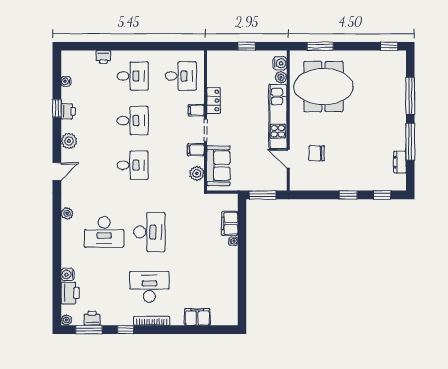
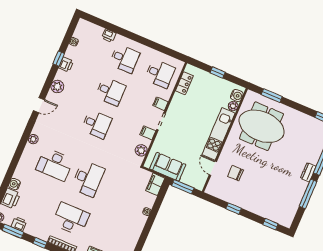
locker: (214, 101) -> (184, 83), moved
dresser: (400, 162) -> (308, 172), moved
sofa: (218, 166) -> (168, 167), moved, turned -90
window: (348, 195) -> (234, 209), moved
filing cabinet: (230, 223) -> (155, 184), moved

